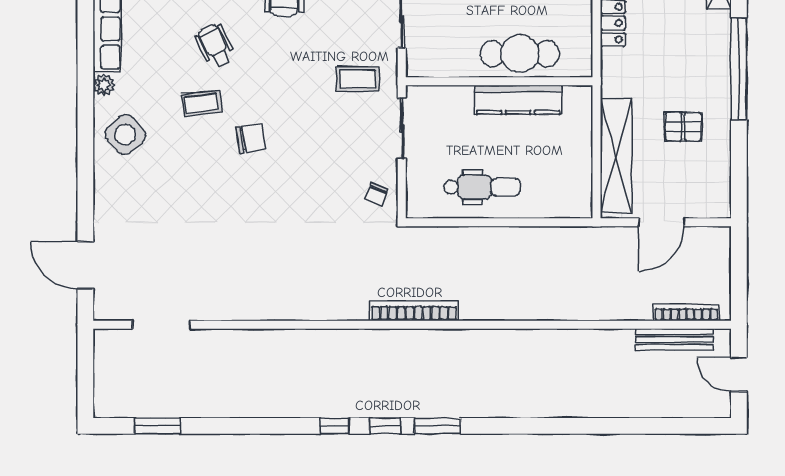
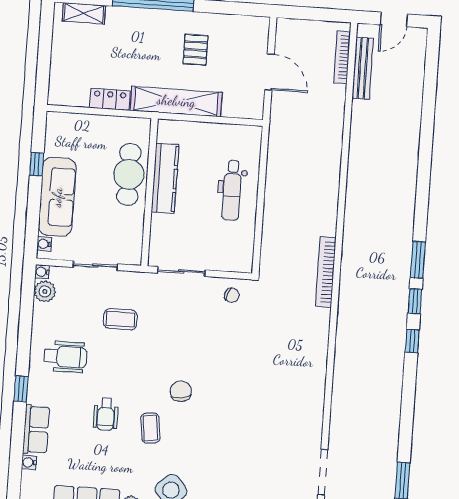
wheelchair: (215, 46) -> (106, 414), turned -64
coffee table: (358, 79) -> (120, 319), moved, turned 90
shelving: (616, 156) -> (176, 101), moved
dental chair: (482, 187) -> (232, 190), moved, turned 180

